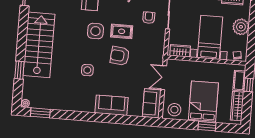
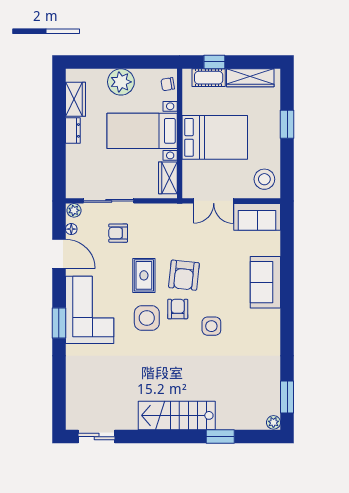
stairs: (39, 45) -> (177, 415), width x0.73, depth x0.66
armchair: (99, 50) -> (178, 309), added
bed: (203, 102) -> (215, 137), moved, turned 180

